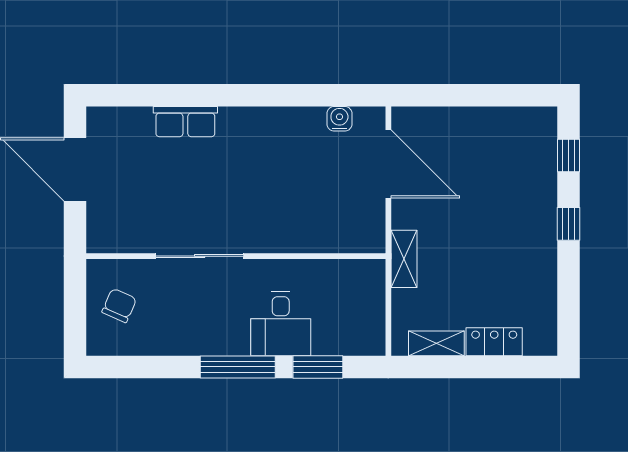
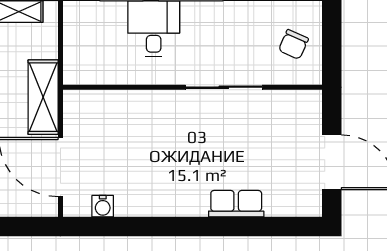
shelving: (404, 259) -> (43, 97), width x1.50, depth x1.33

